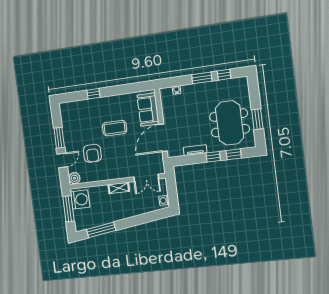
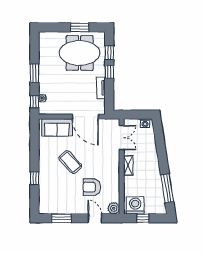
window: (224, 75) -> (34, 102), moved
coffee table: (115, 128) -> (70, 162), turned -43
window: (59, 138) -> (61, 218), moved
armchair: (92, 153) -> (92, 187), turned 180
window: (69, 209) -> (143, 218), width x0.46

